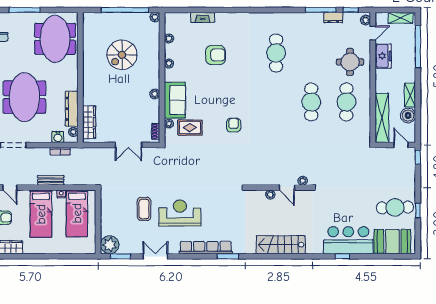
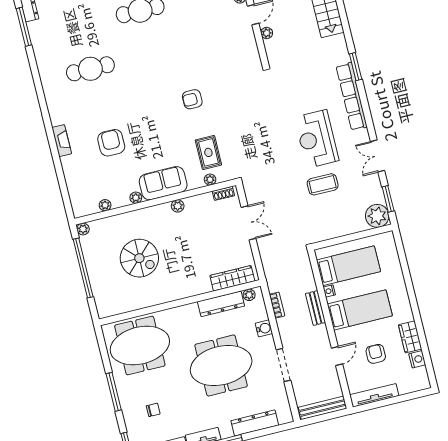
fireplace: (203, 17) -> (62, 141), moved
sofa: (175, 100) -> (163, 183), moved
water cooler: (58, 137) -> (264, 328), moved

